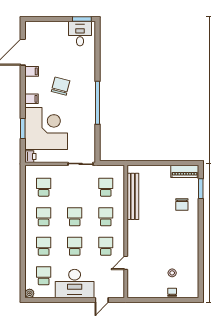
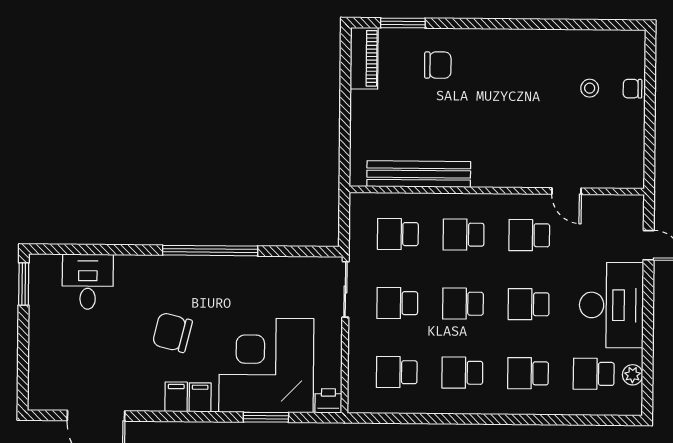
desk: (80, 34) -> (88, 282), moved, turned 90
filing cabinet: (32, 71) -> (176, 397), moved
school desk: (75, 187) -> (397, 303), added
plant: (30, 293) -> (633, 375), moved

